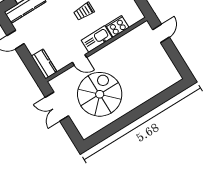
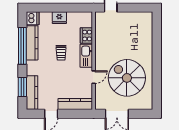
kitchen counter: (44, 64) -> (75, 104), width x1.50

